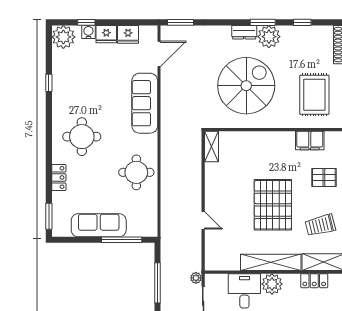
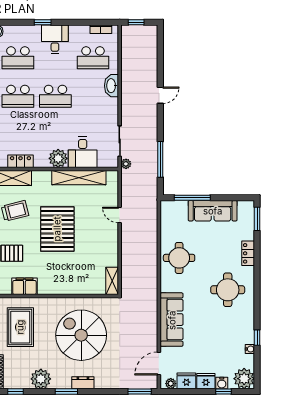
window: (302, 22) -> (15, 392), moved
plant: (146, 31) -> (171, 384), added
plant: (269, 37) -> (41, 379), moved
water cooler: (57, 70) -> (250, 349), added
spiral stairs: (246, 86) -> (81, 335), turned 90
shelving: (271, 262) -> (79, 178), moved

